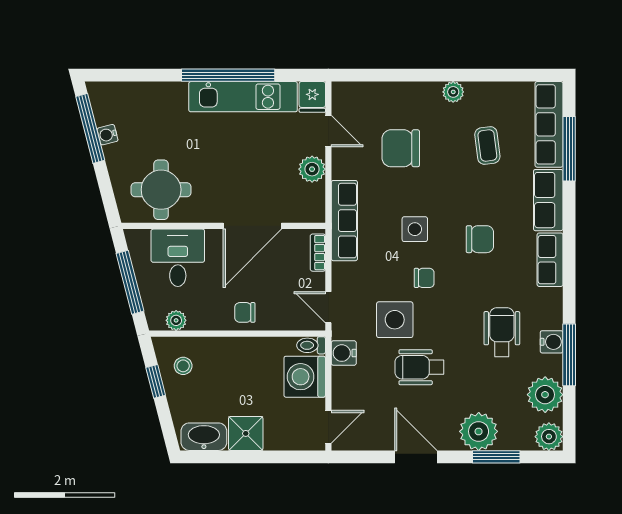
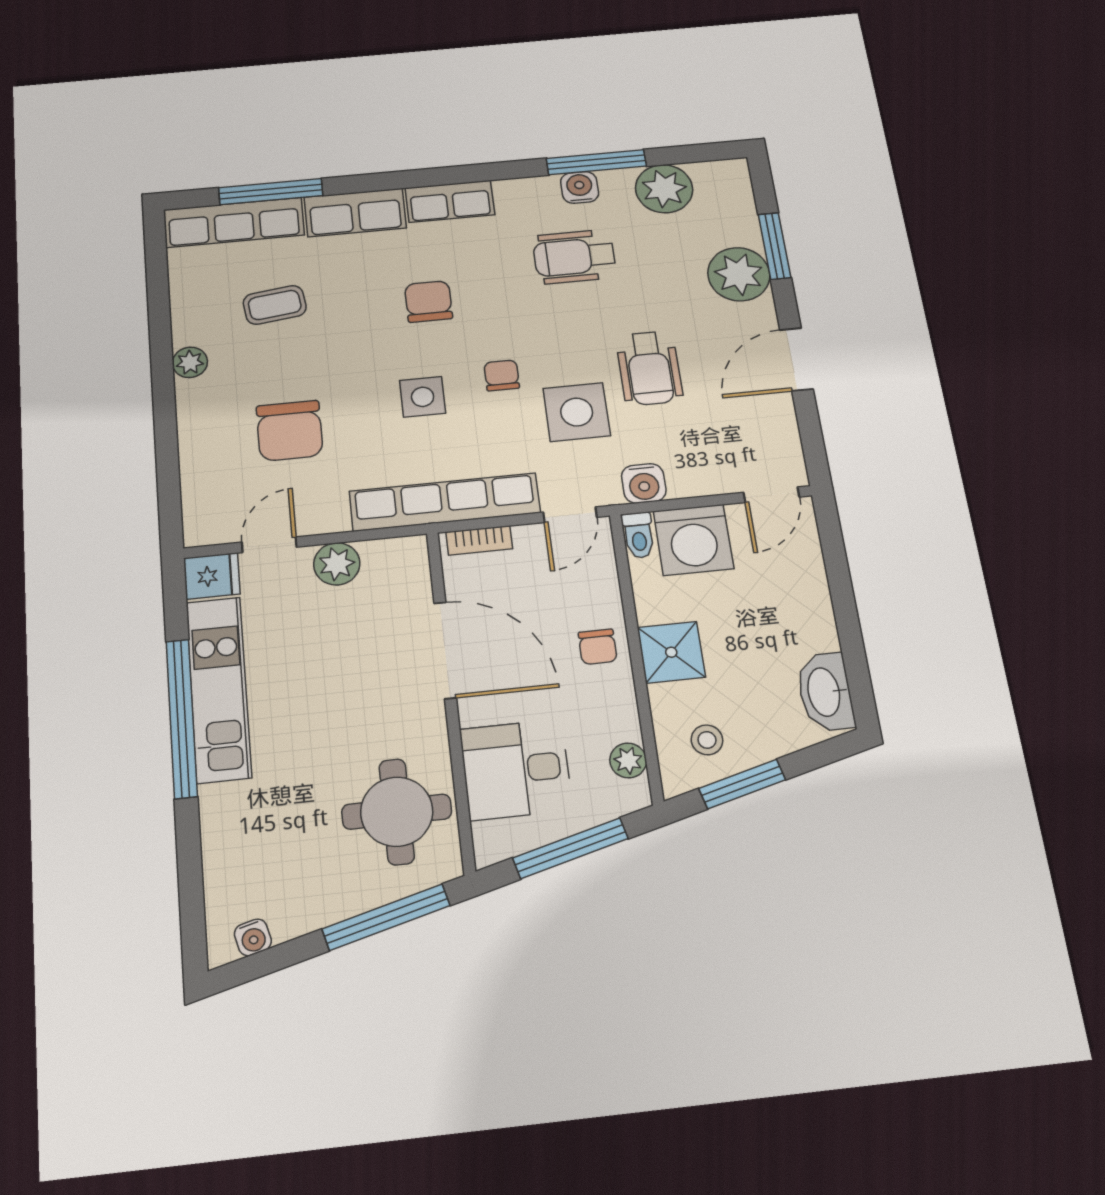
window: (90, 128) -> (386, 917), moved
water cooler: (108, 135) -> (253, 937), moved
row of seats: (344, 221) -> (445, 502), width x1.36
window: (156, 381) -> (742, 784), width x1.50
door: (328, 427) -> (771, 495), swing flipped
shower: (246, 433) -> (671, 652), moved
plant: (549, 437) -> (729, 177), removed

